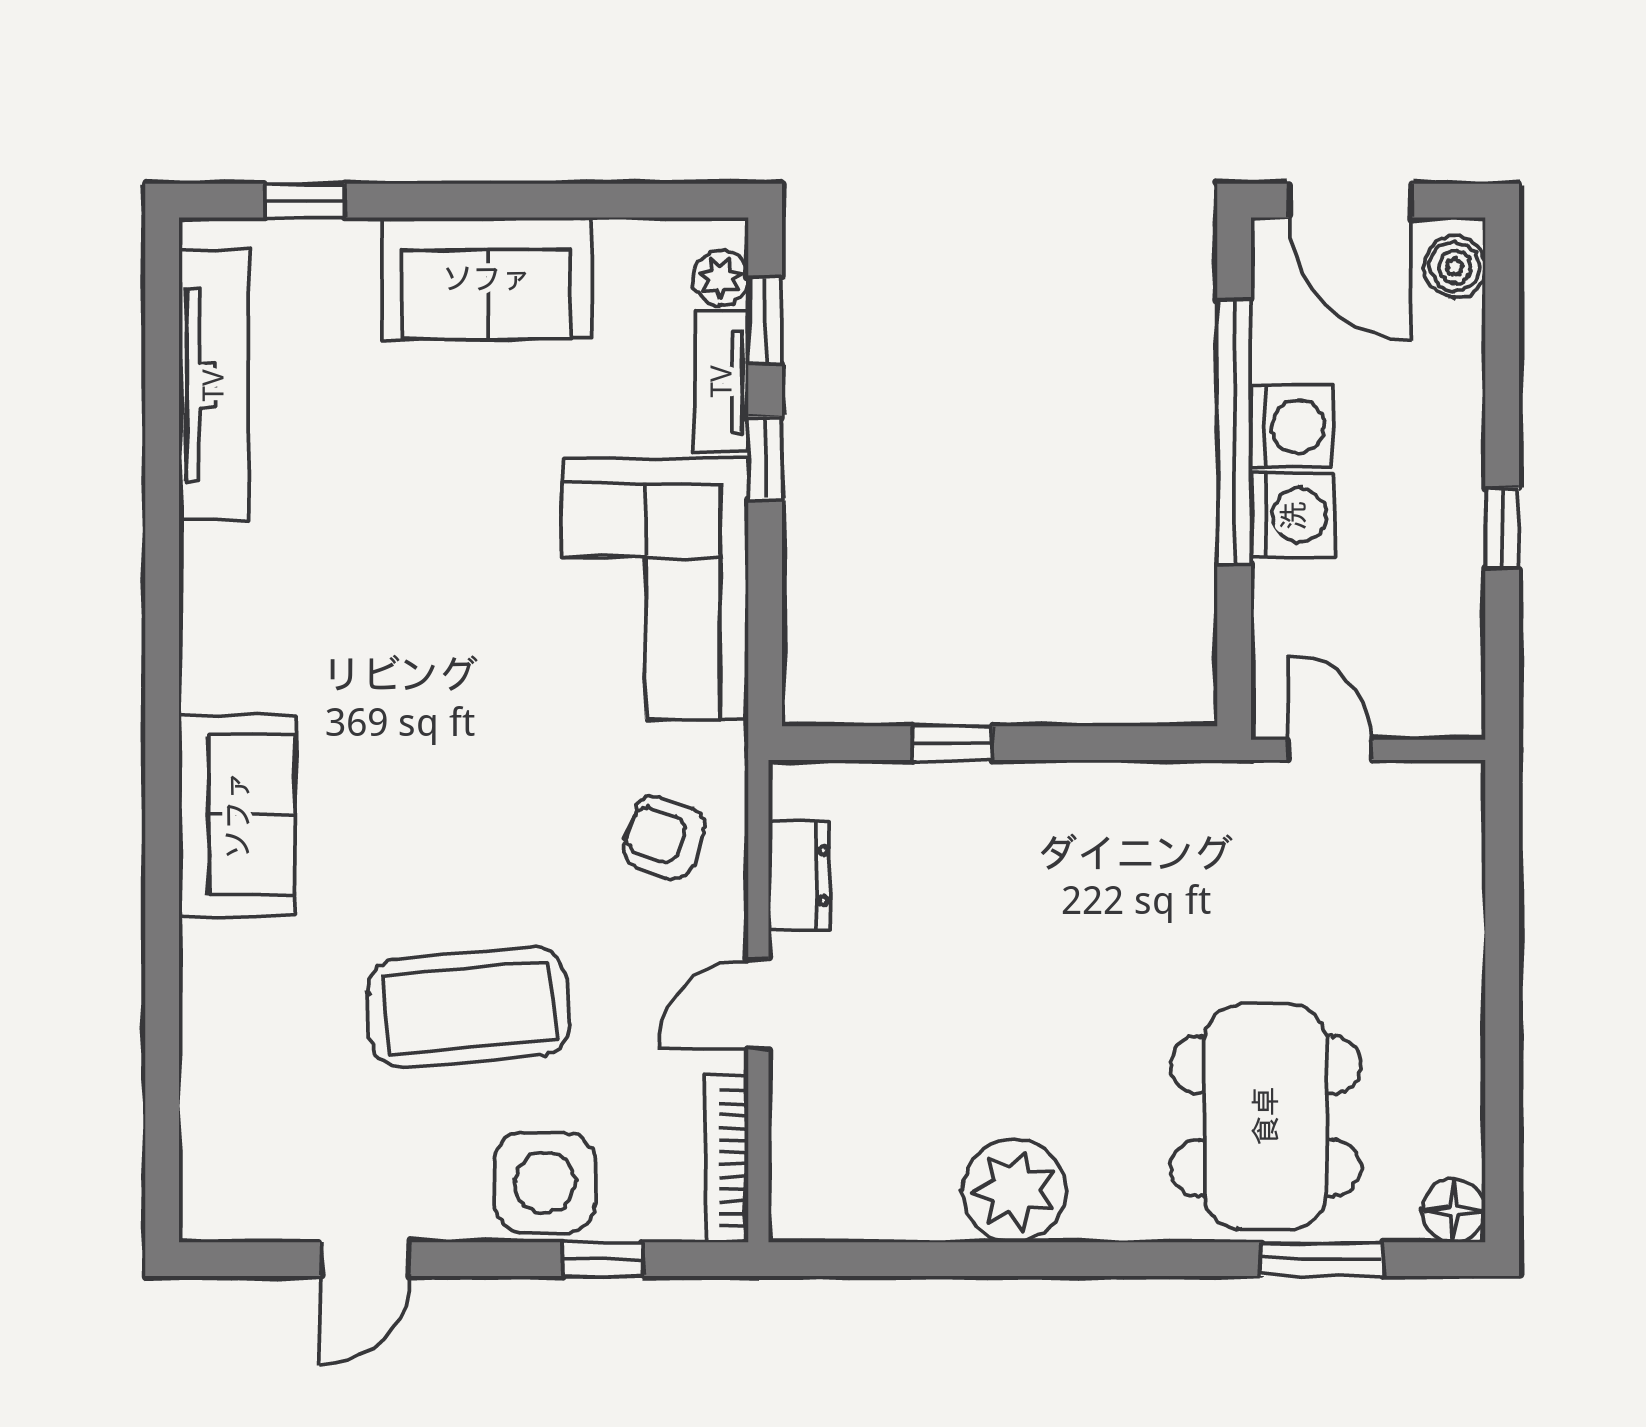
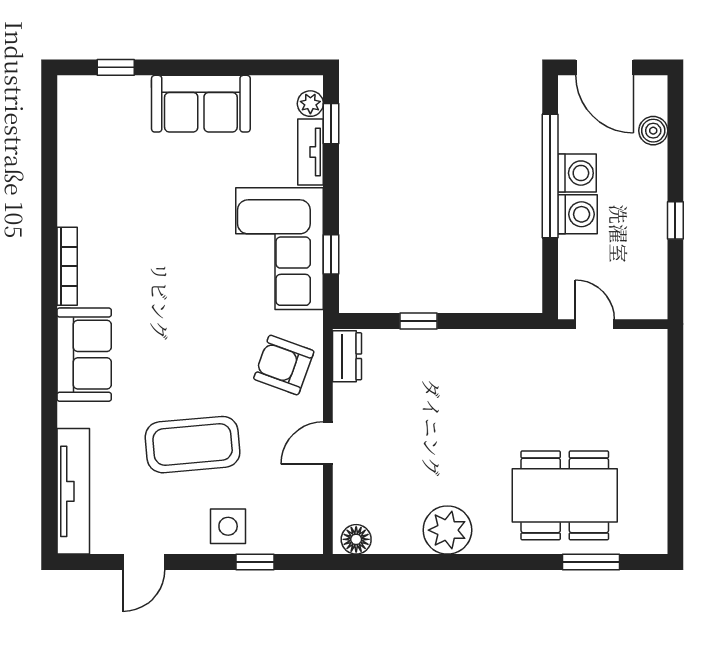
boiler: (1455, 267) -> (653, 131), moved
tv unit: (213, 385) -> (73, 491), moved
window: (765, 458) -> (331, 254), moved
armchair: (664, 837) -> (284, 365), width x1.38, depth x1.38
dresser: (799, 876) -> (347, 356), moved
dining table: (1265, 1116) -> (565, 495), turned 90
bookcase: (727, 1159) -> (67, 266), moved, turned 180
side table: (545, 1183) -> (228, 526), width x0.73, depth x0.73
floor lamp: (1454, 1211) -> (356, 539), moved

